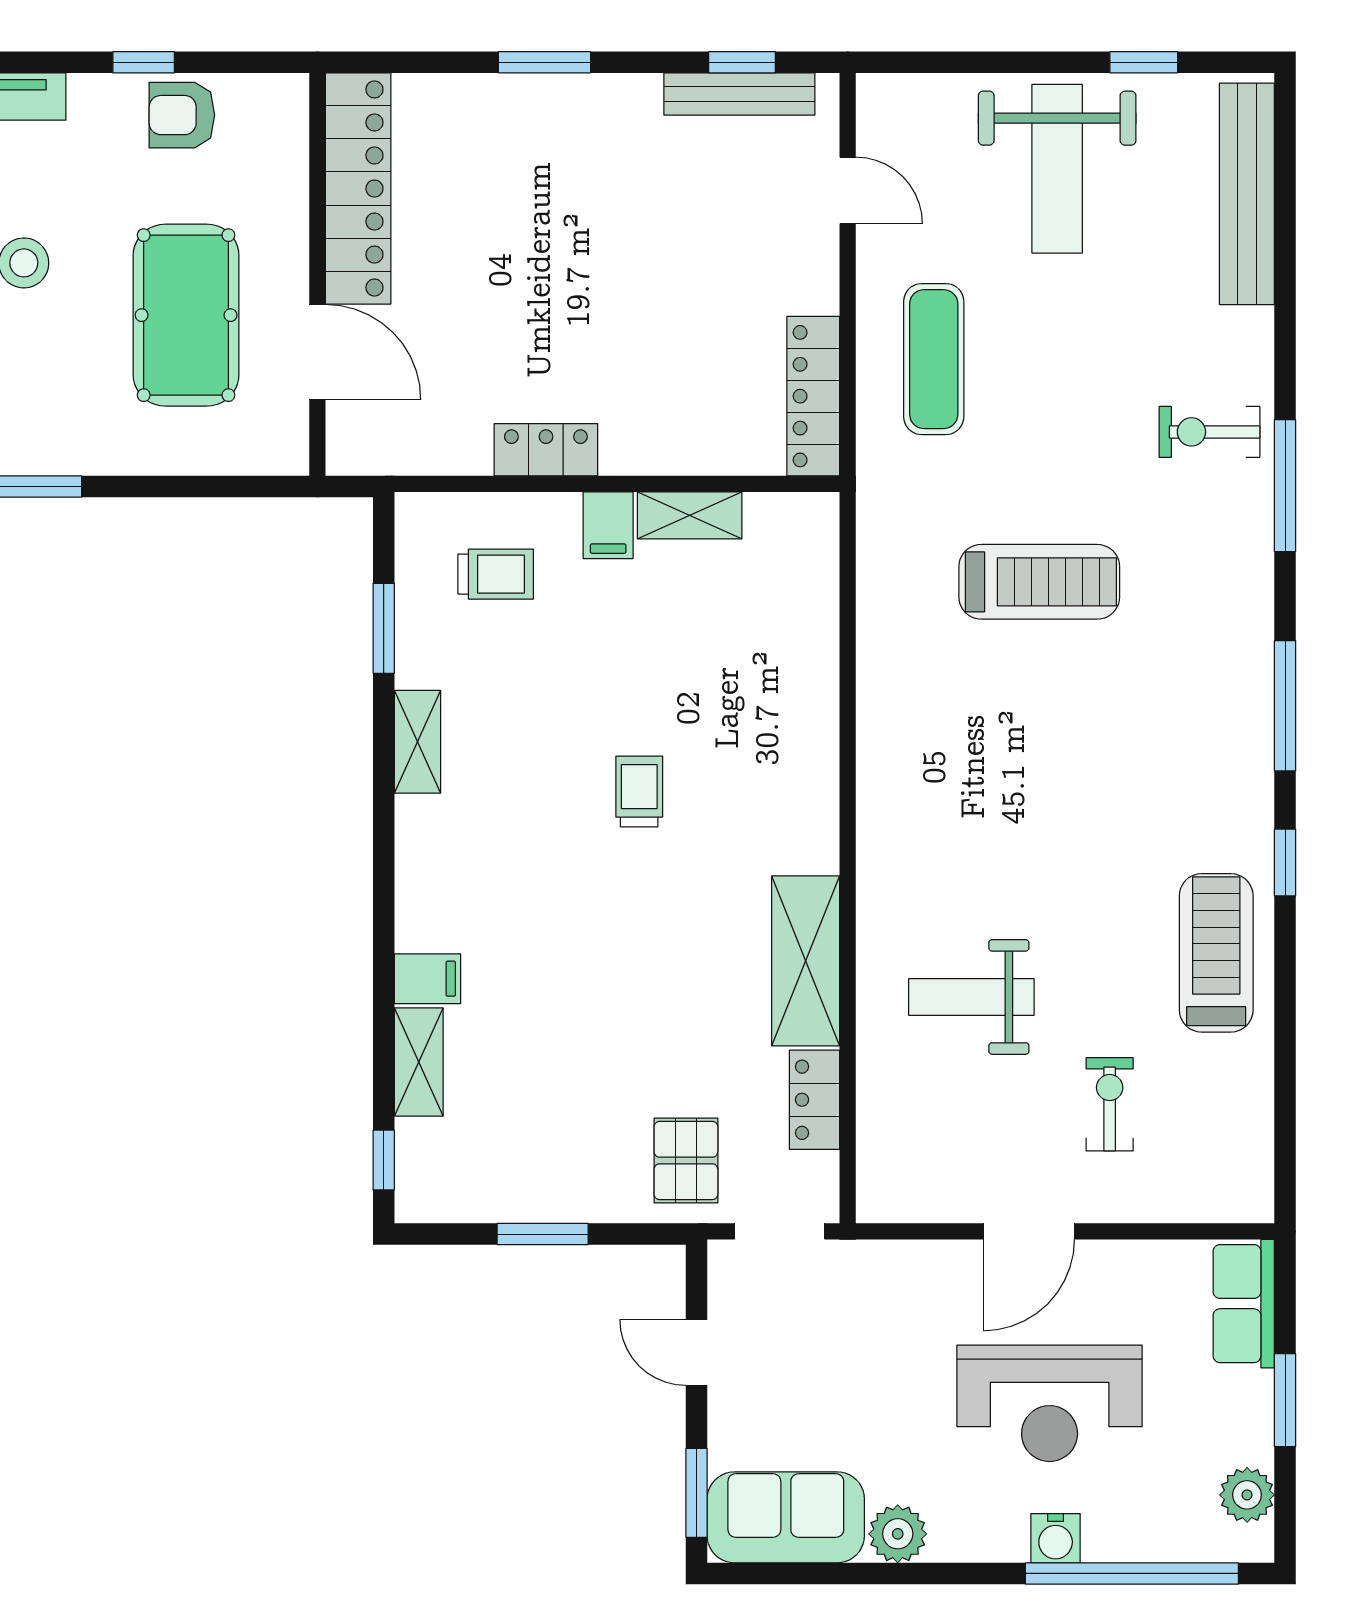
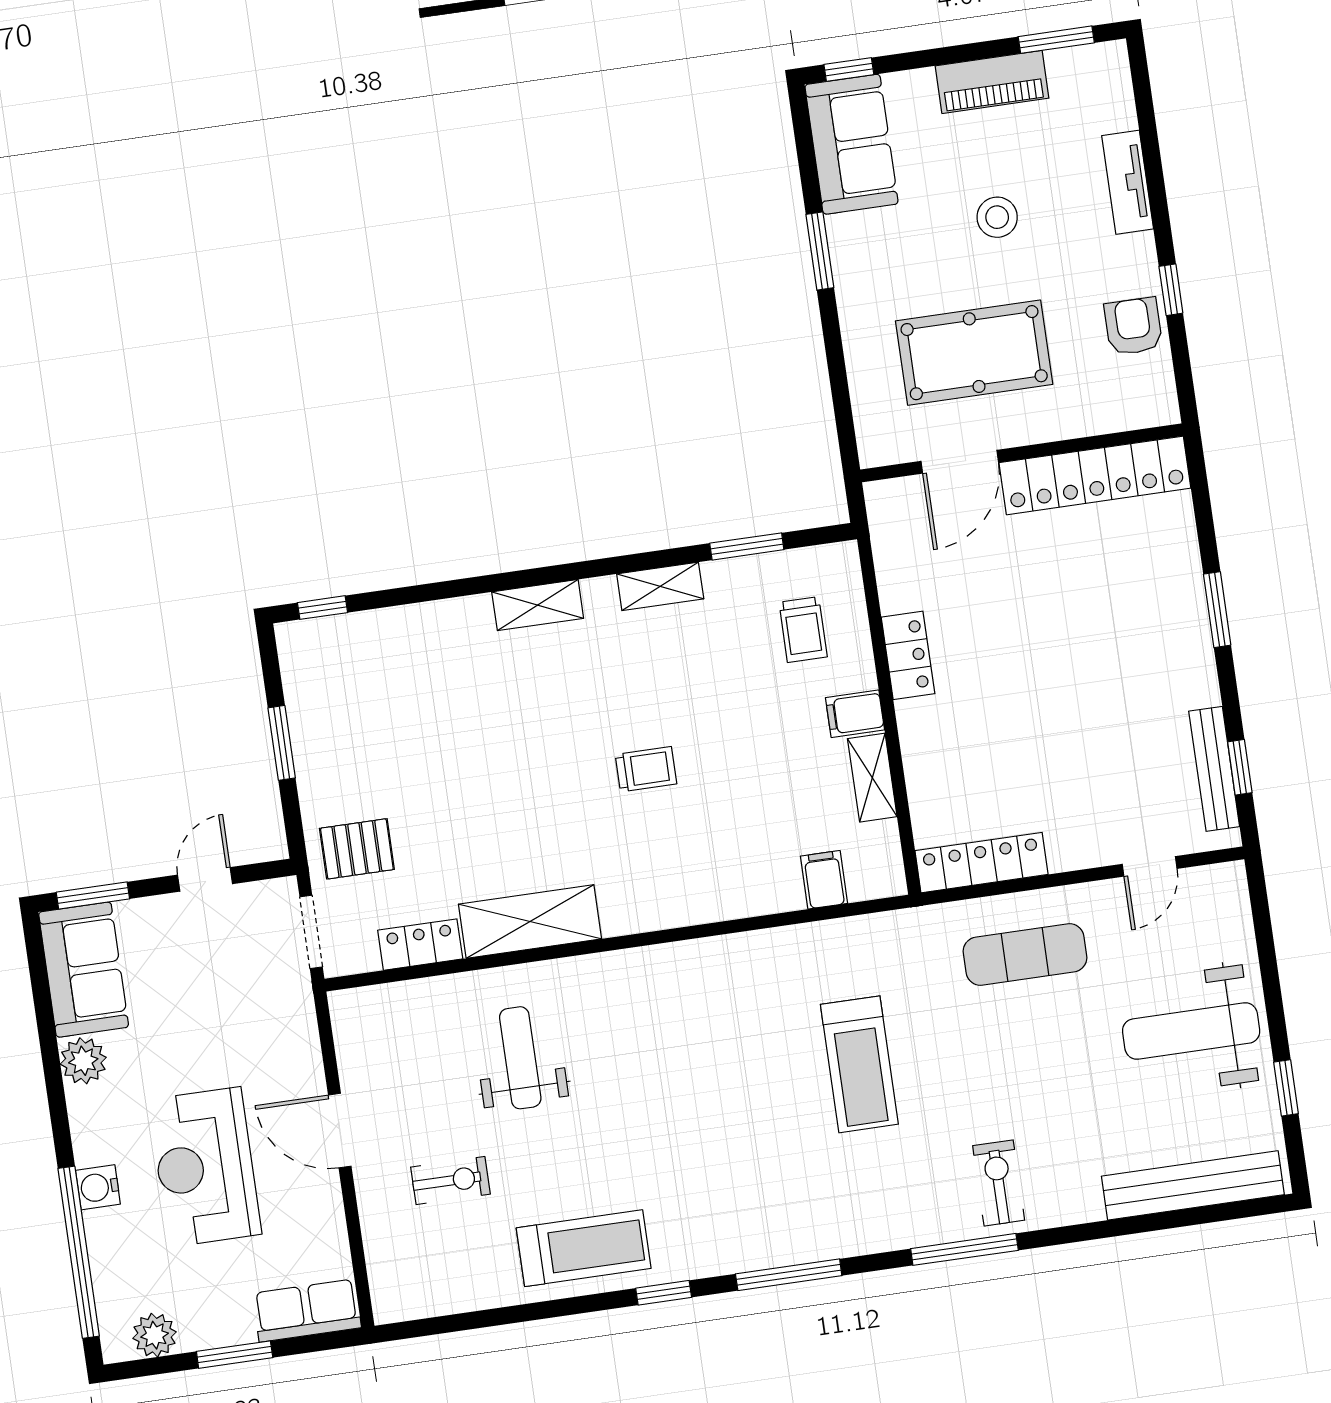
filing cabinet: (428, 979) -> (824, 880), moved, turned 180
shelving: (419, 1062) -> (538, 605), moved

